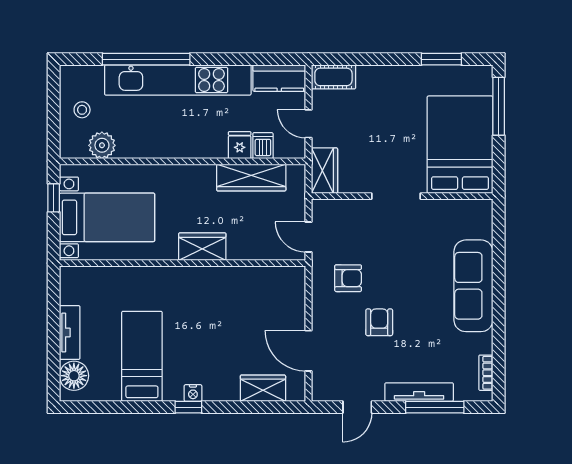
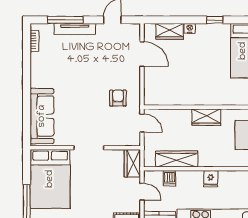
fridge: (240, 145) -> (211, 179), moved
armchair: (348, 278) -> (118, 98), turned 90
sofa: (473, 286) -> (42, 116), moved
armchair: (379, 322) -> (99, 71), removed
nightstand: (193, 393) -> (190, 28), moved

